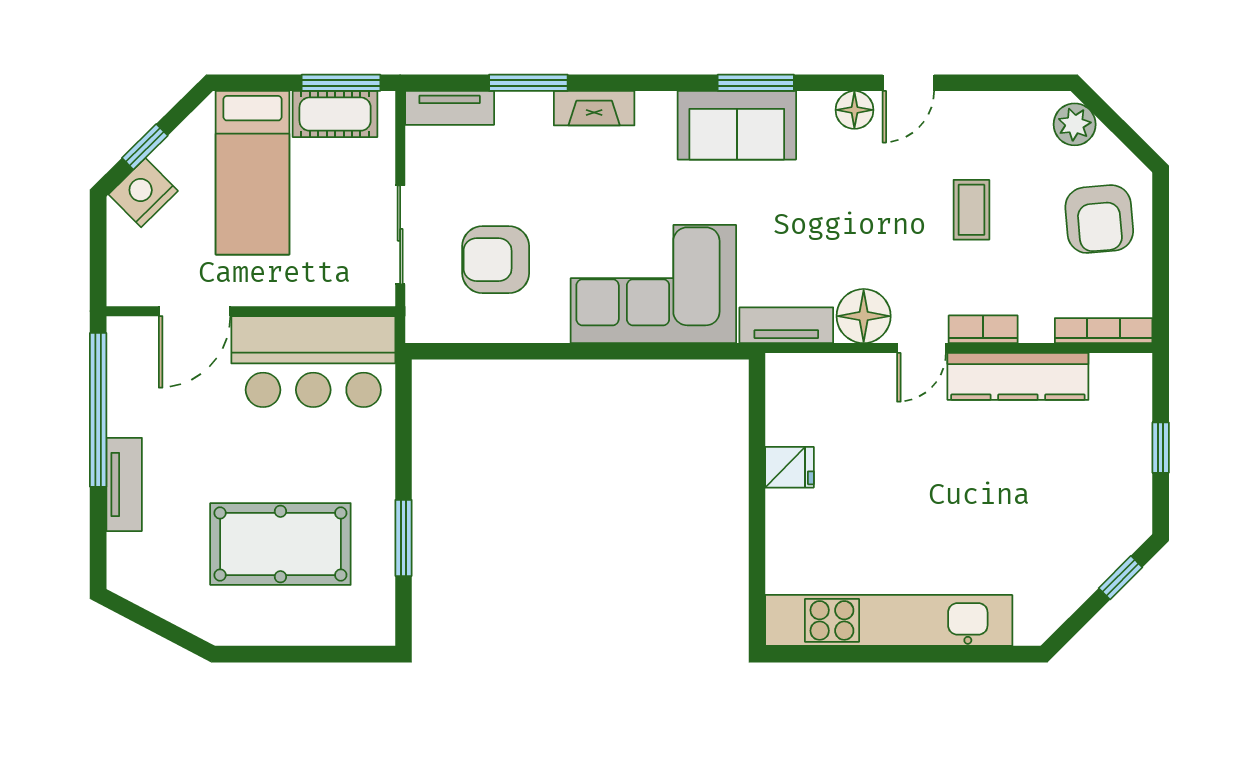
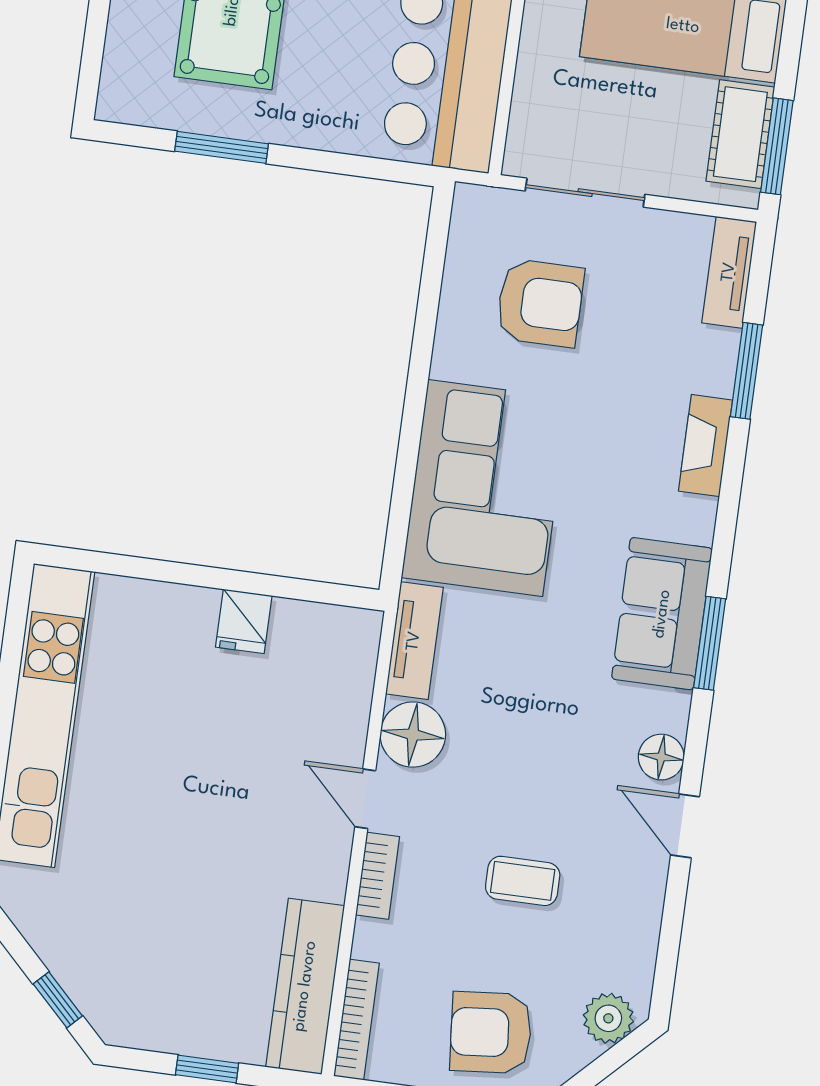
armchair: (496, 260) -> (540, 303), turned 90
kitchen counter: (1018, 376) -> (305, 986), moved

